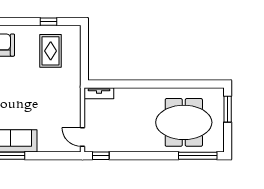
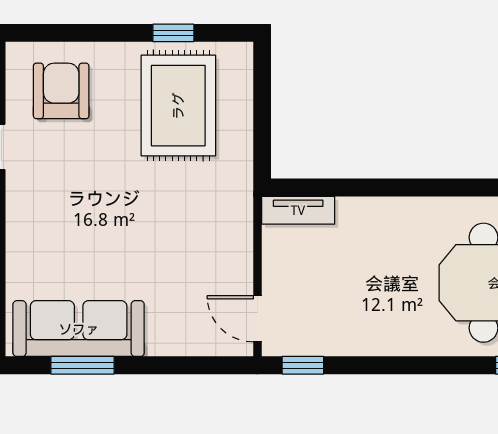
rug: (51, 51) -> (178, 106), width x1.36, depth x1.43

